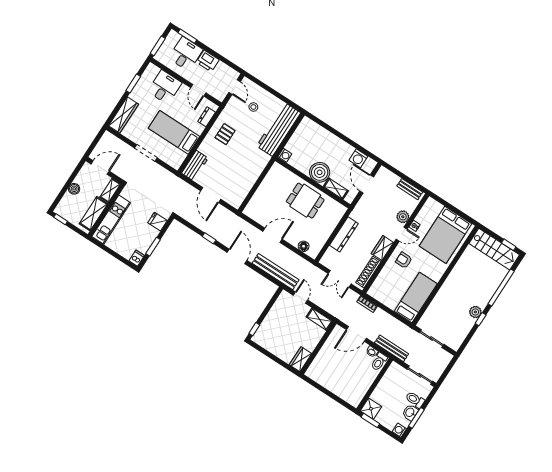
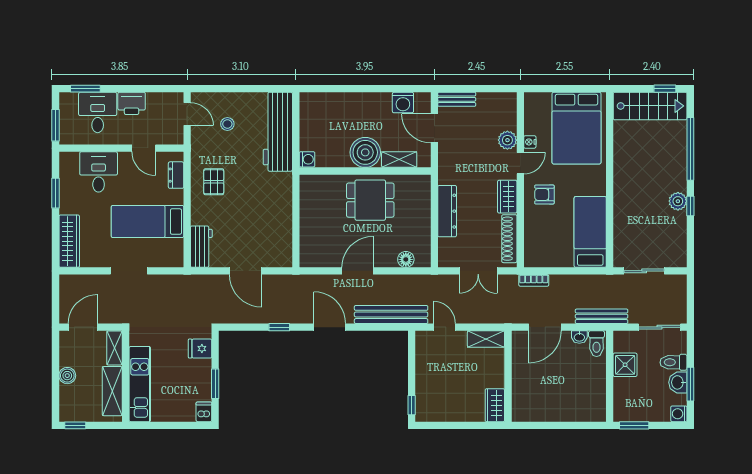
bench: (410, 189) -> (457, 99), moved
shower: (371, 409) -> (625, 365), moved

